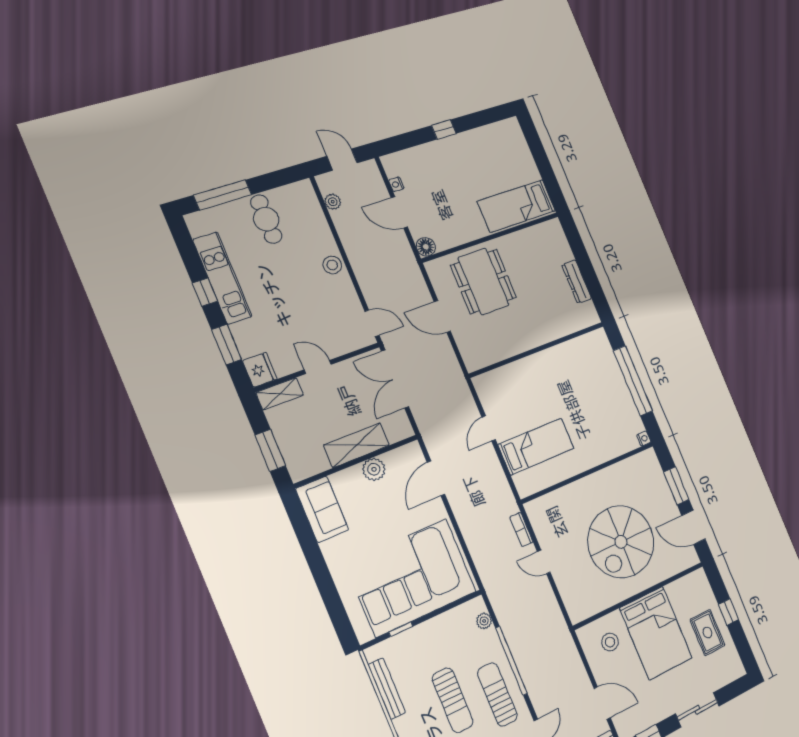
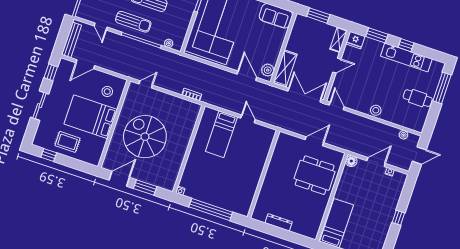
door: (372, 323) -> (337, 106), swing flipped
shelving: (357, 445) -> (285, 68), moved
plant: (374, 469) -> (268, 70), moved
door: (544, 562) -> (146, 84), moved
window: (729, 612) -> (49, 155), moved

